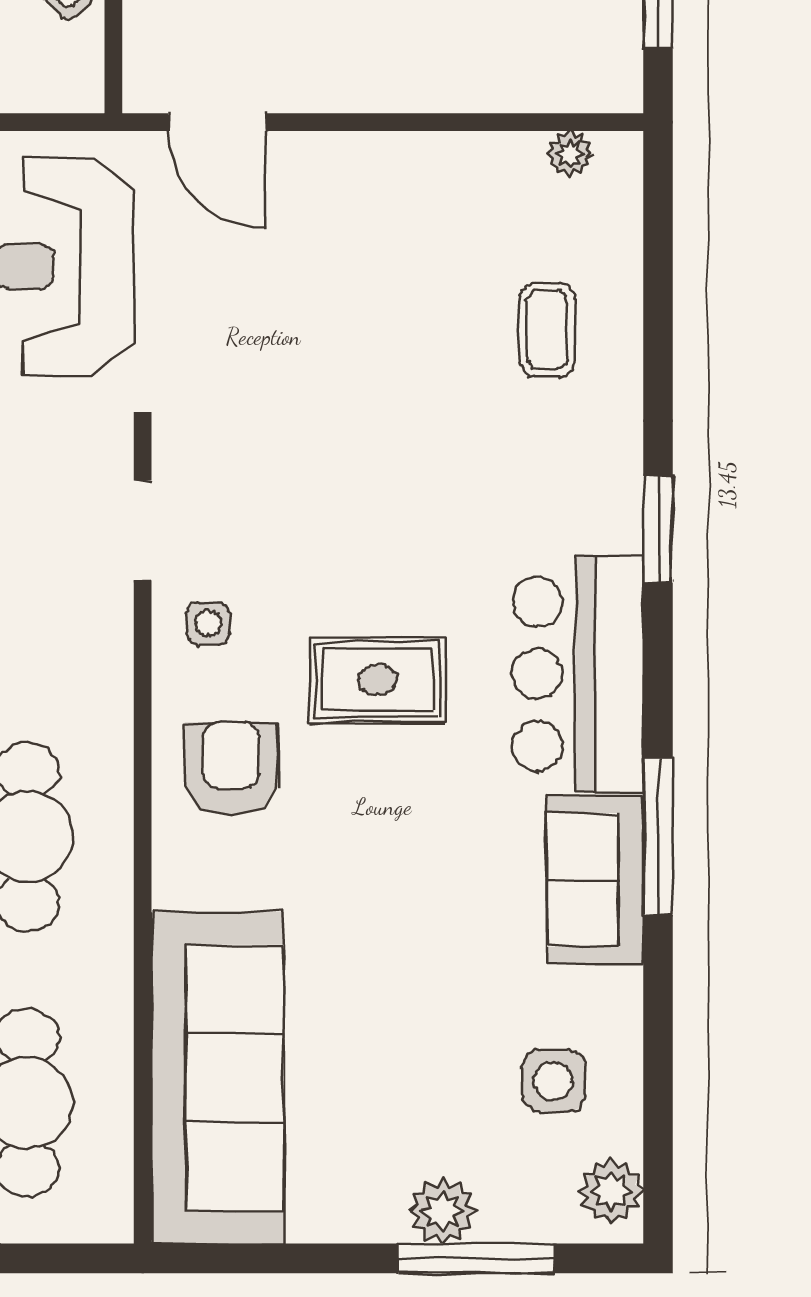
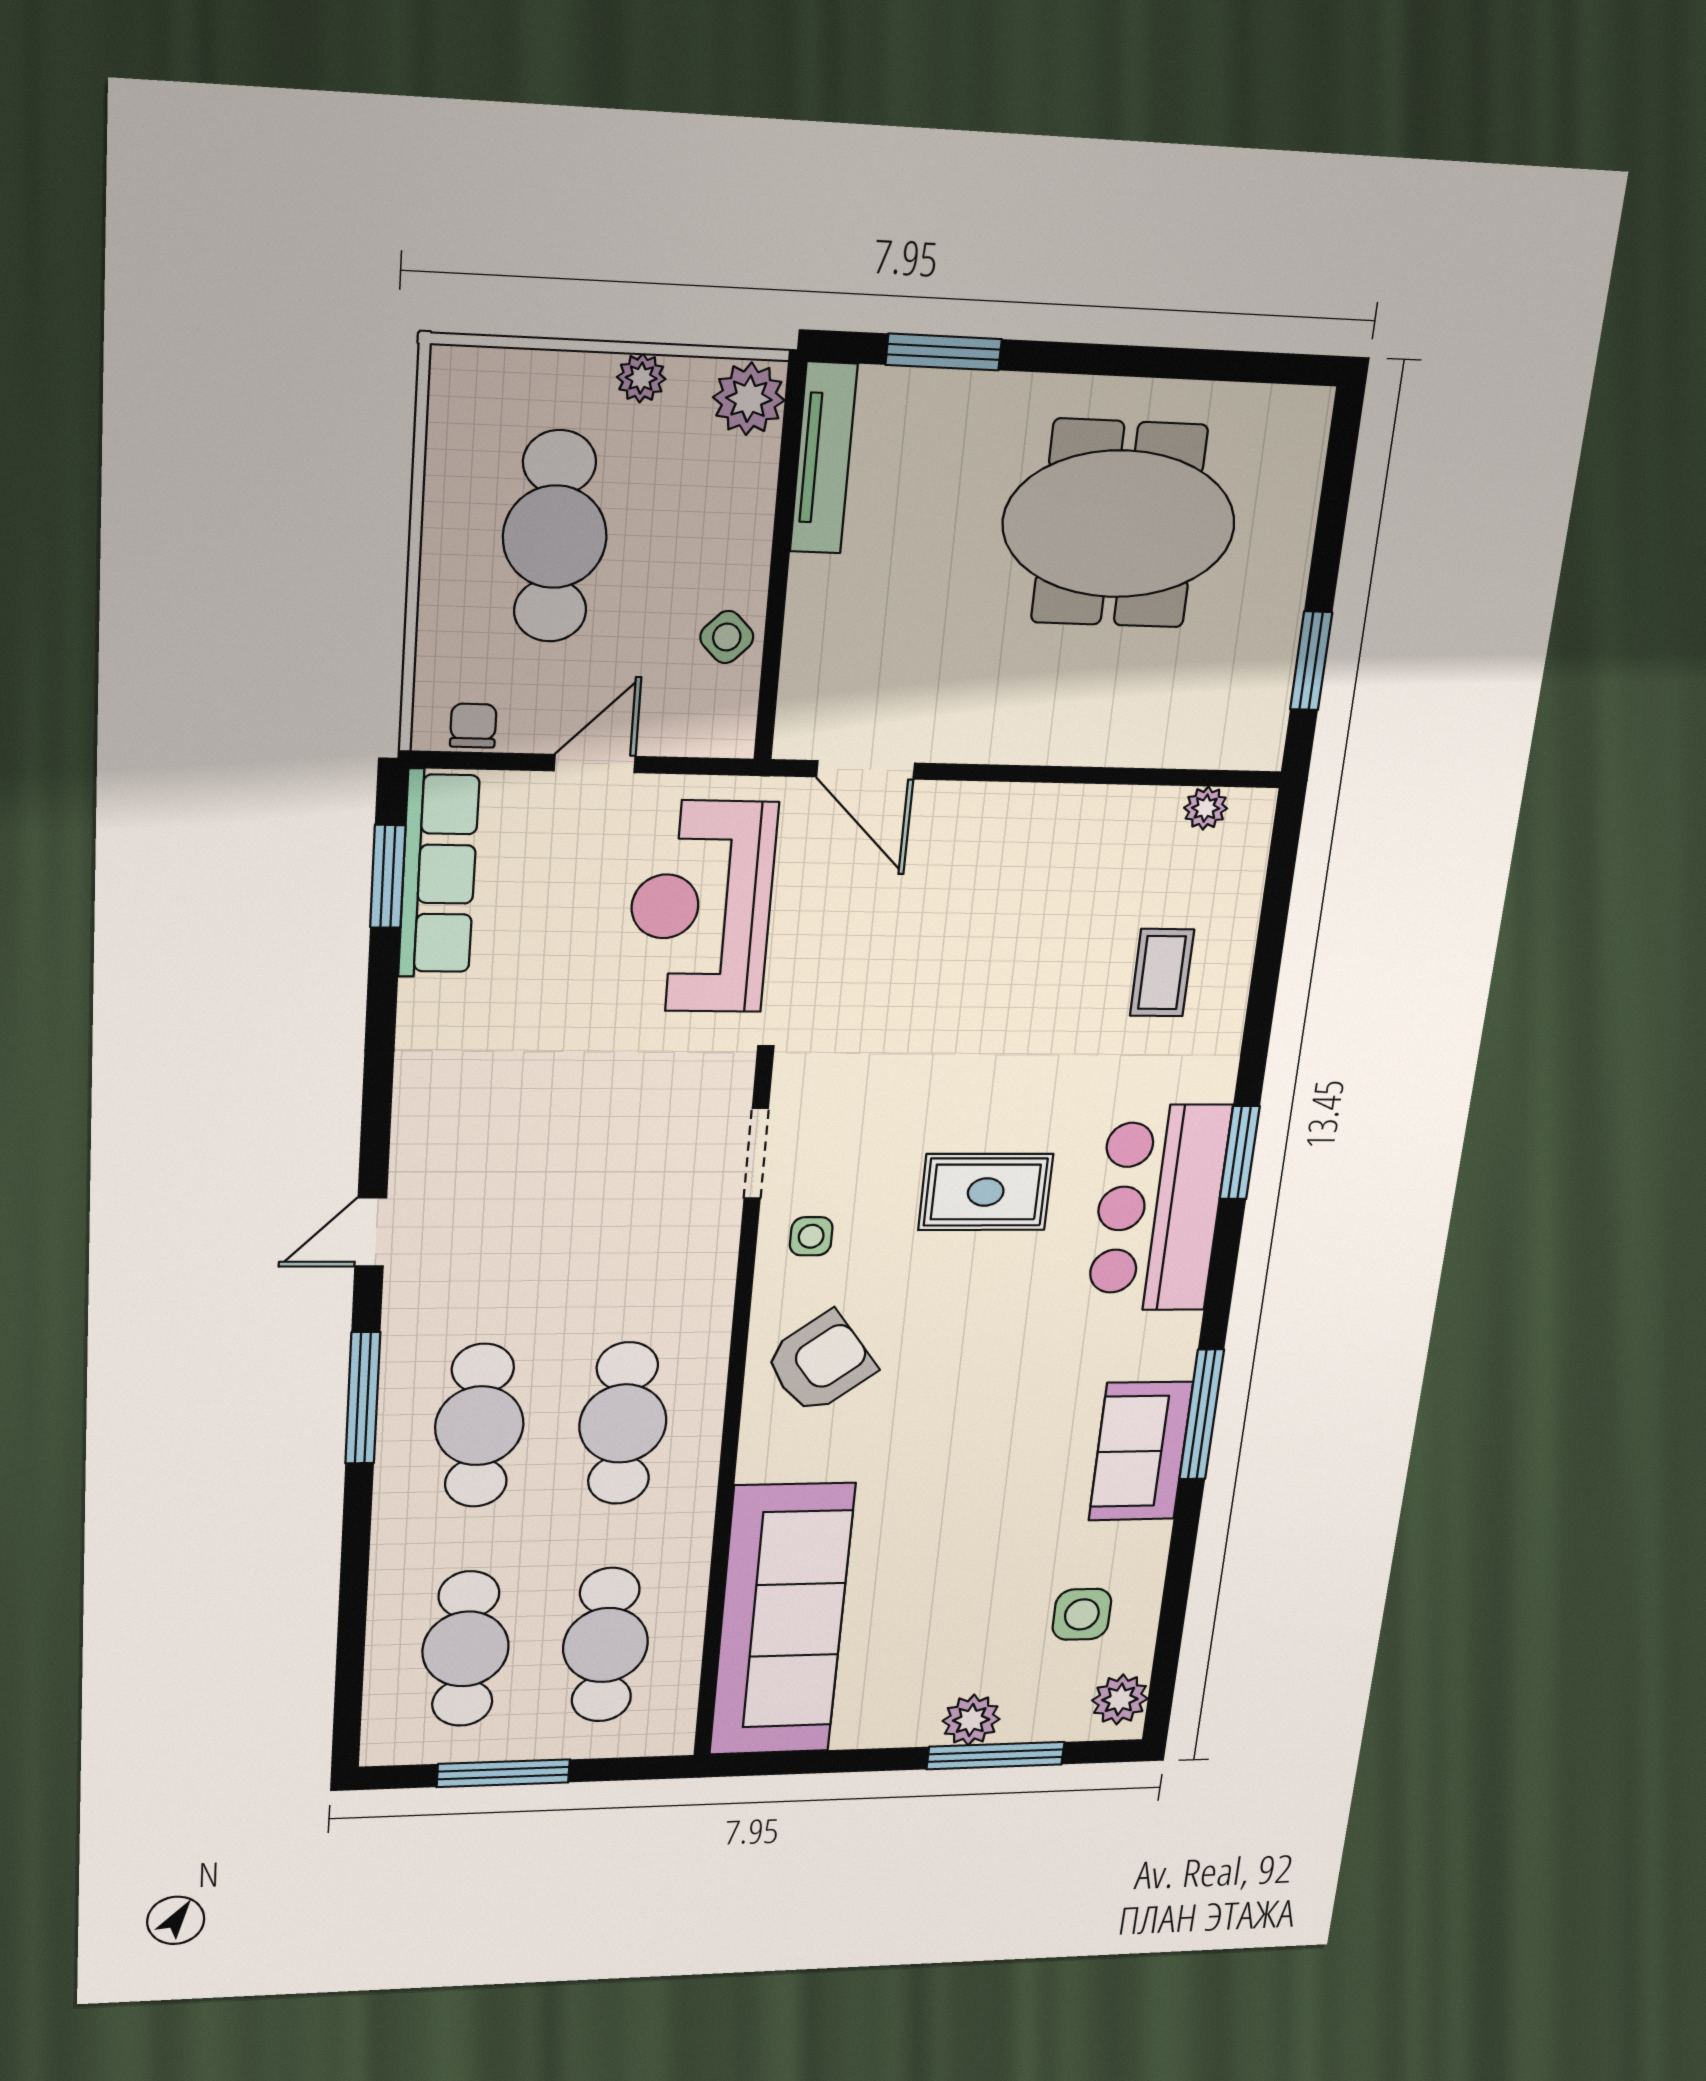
bar counter: (578, 674) -> (1159, 1208), moved
rug: (378, 680) -> (986, 1192), moved
armchair: (231, 769) -> (820, 1363), turned 53

